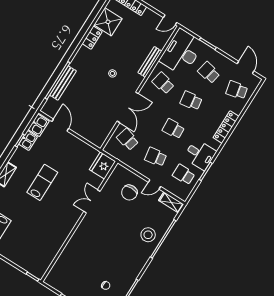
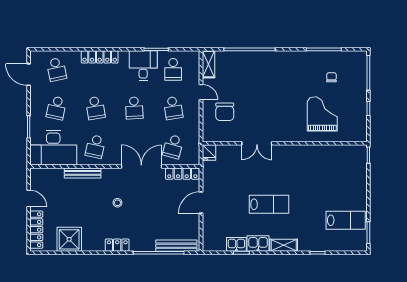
door: (170, 20) -> (29, 199), moved
locker: (92, 38) -> (117, 245), moved
door: (246, 67) -> (29, 75), hinge flipped
bench: (63, 83) -> (176, 246), moved
kitchen sink: (39, 125) -> (258, 244), moved
door: (60, 125) -> (201, 202), moved
locker: (104, 134) -> (182, 174), added
fridge: (102, 166) -> (209, 153), width x0.53, depth x0.75
lab bench: (42, 182) -> (269, 204), turned 180
chair: (129, 193) -> (225, 112), turned 90
stool: (148, 235) -> (255, 67), removed
grand piano: (83, 262) -> (322, 114), added

